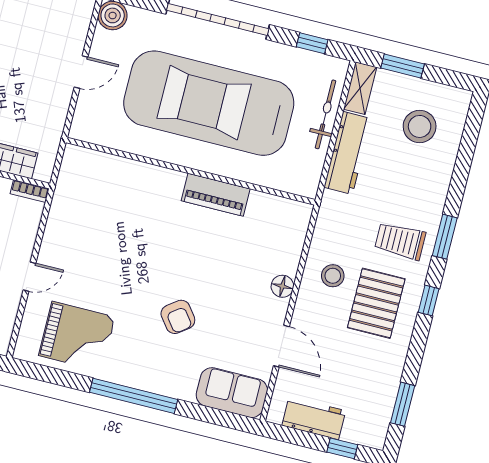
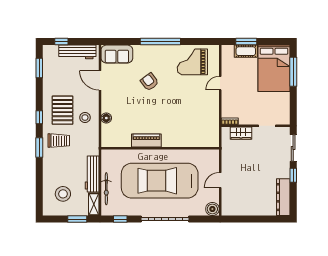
car: (209, 103) -> (160, 181), turned 180
floor lamp: (282, 286) -> (106, 118), moved
workbench: (314, 418) -> (77, 52), width x1.38

